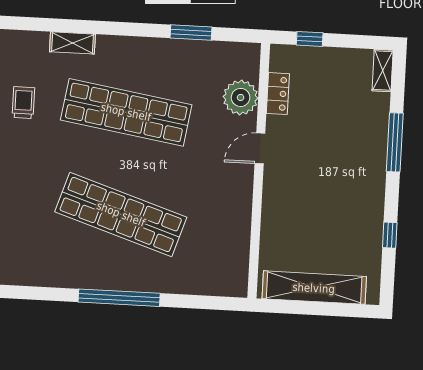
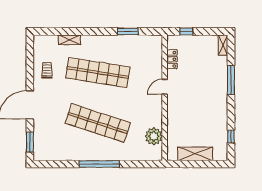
plant: (241, 97) -> (154, 136), moved
window: (390, 235) -> (231, 136), moved
shelving: (314, 288) -> (195, 154), width x0.68

